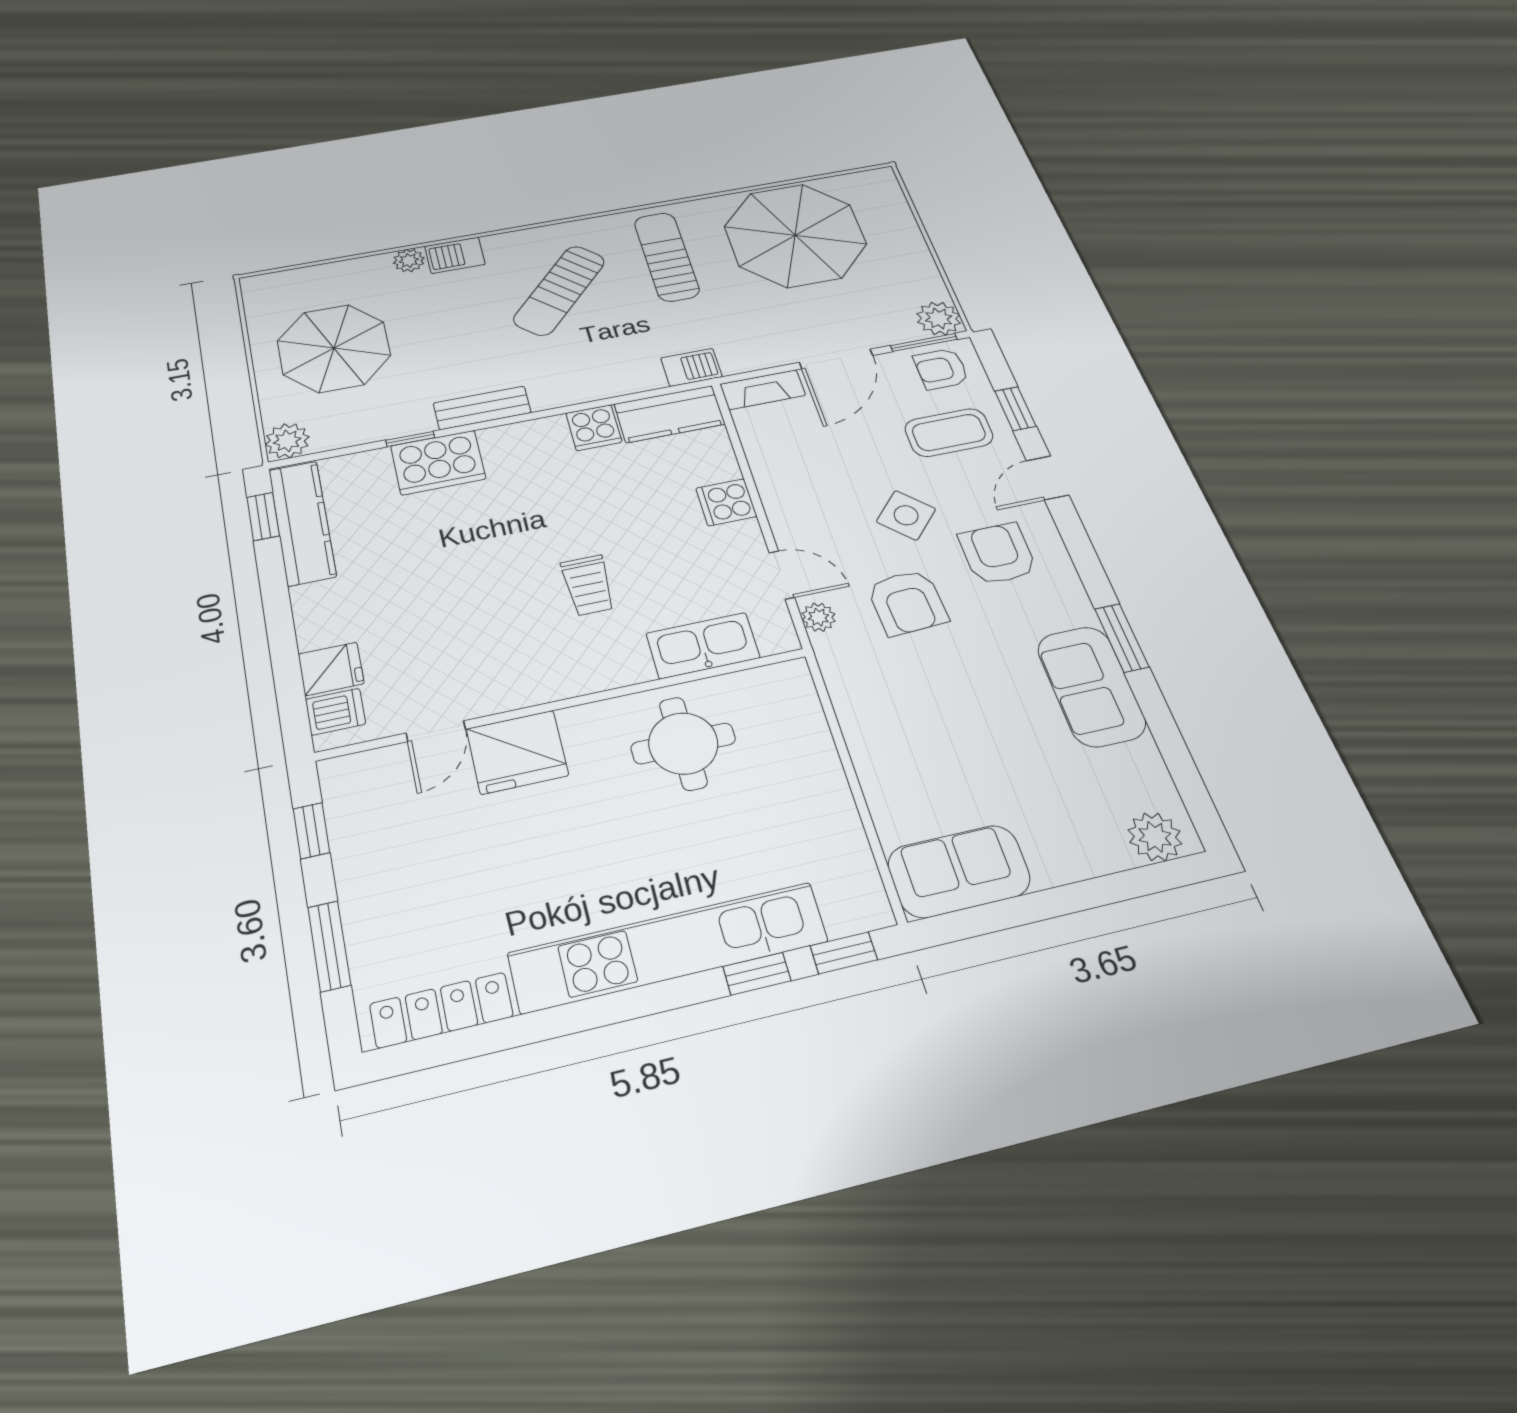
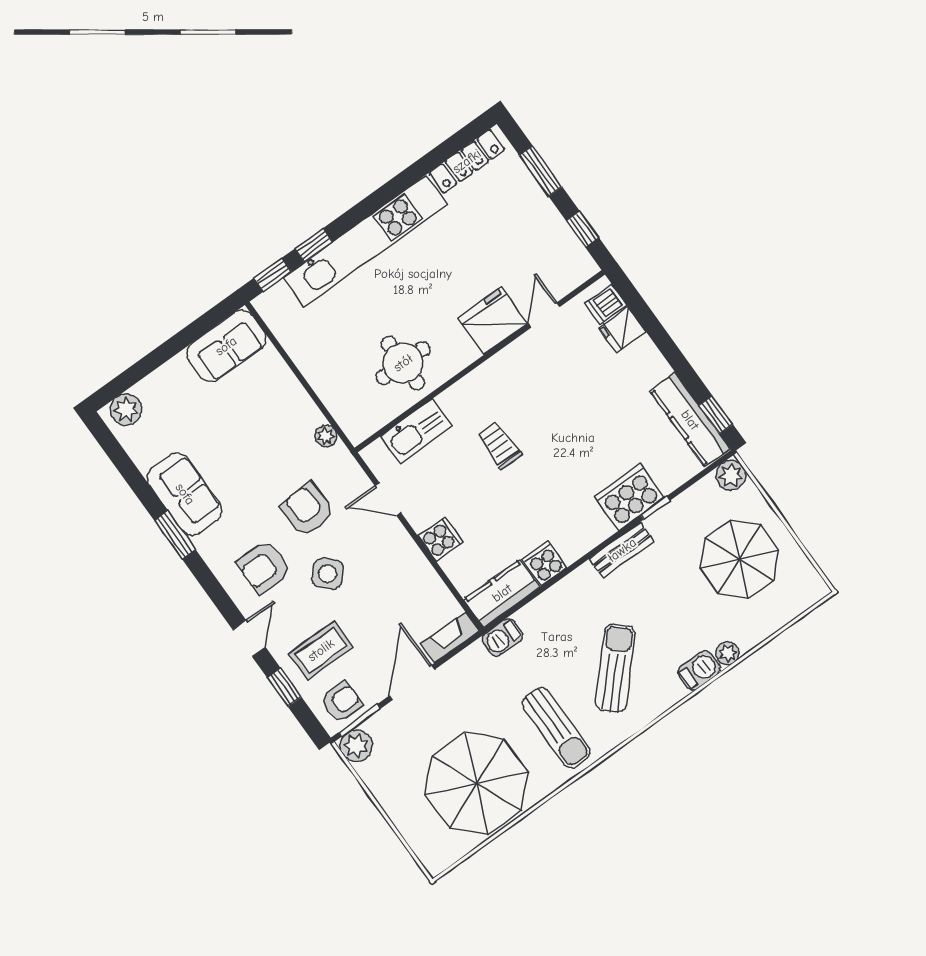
armchair: (998, 554) -> (264, 567), turned 90
plant: (818, 617) -> (326, 436), moved

